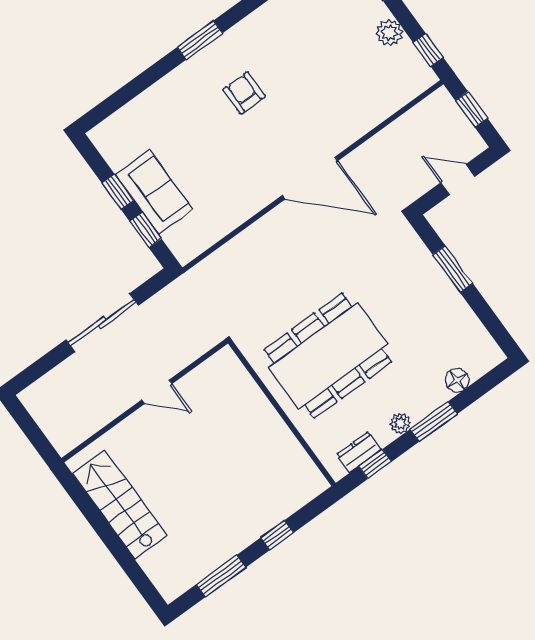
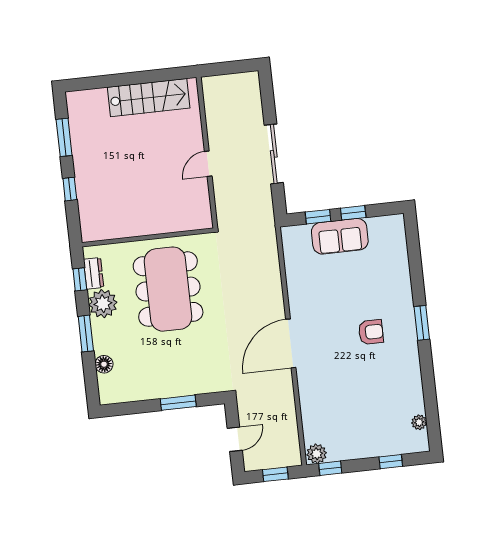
plant: (389, 33) -> (317, 454), moved
plant: (400, 423) -> (103, 304), width x1.87, depth x1.87

